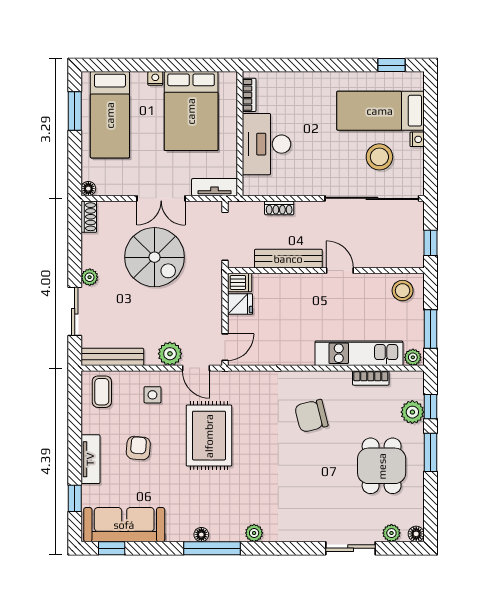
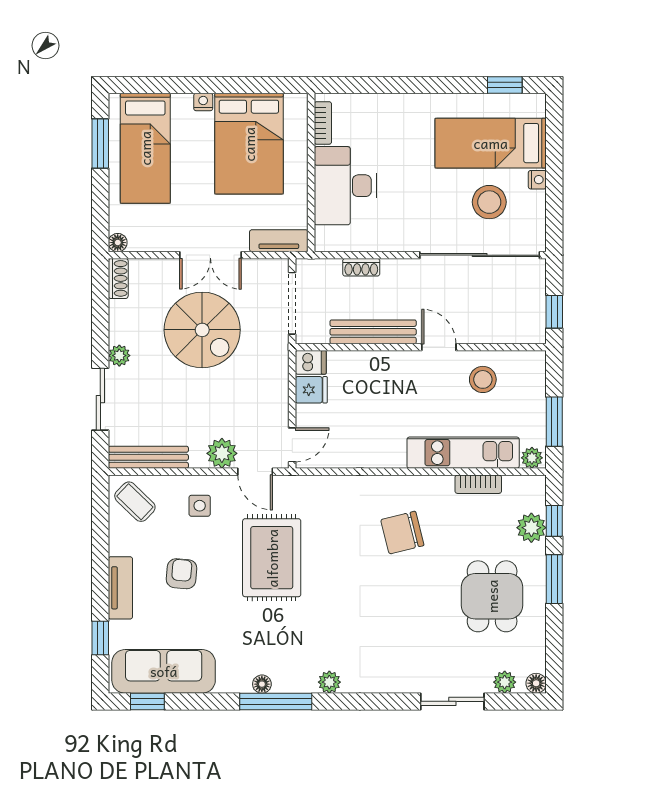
stool: (403, 291) -> (483, 379), moved
coffee table: (102, 392) -> (135, 502), turned -46

